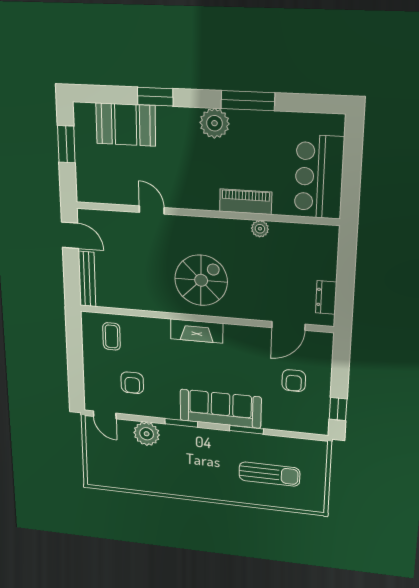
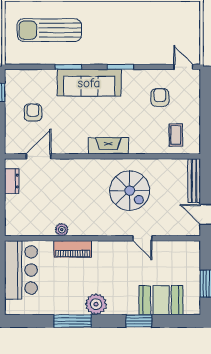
spiral stairs: (201, 280) -> (130, 191), moved, turned -90
plant: (147, 434) -> (149, 54), removed
sun lounger: (269, 474) -> (49, 30), width x1.36, depth x1.34

